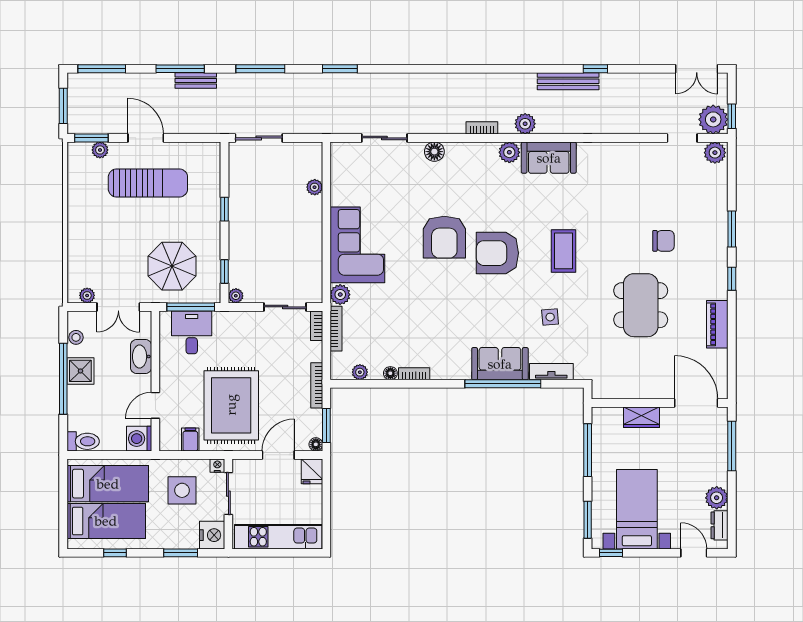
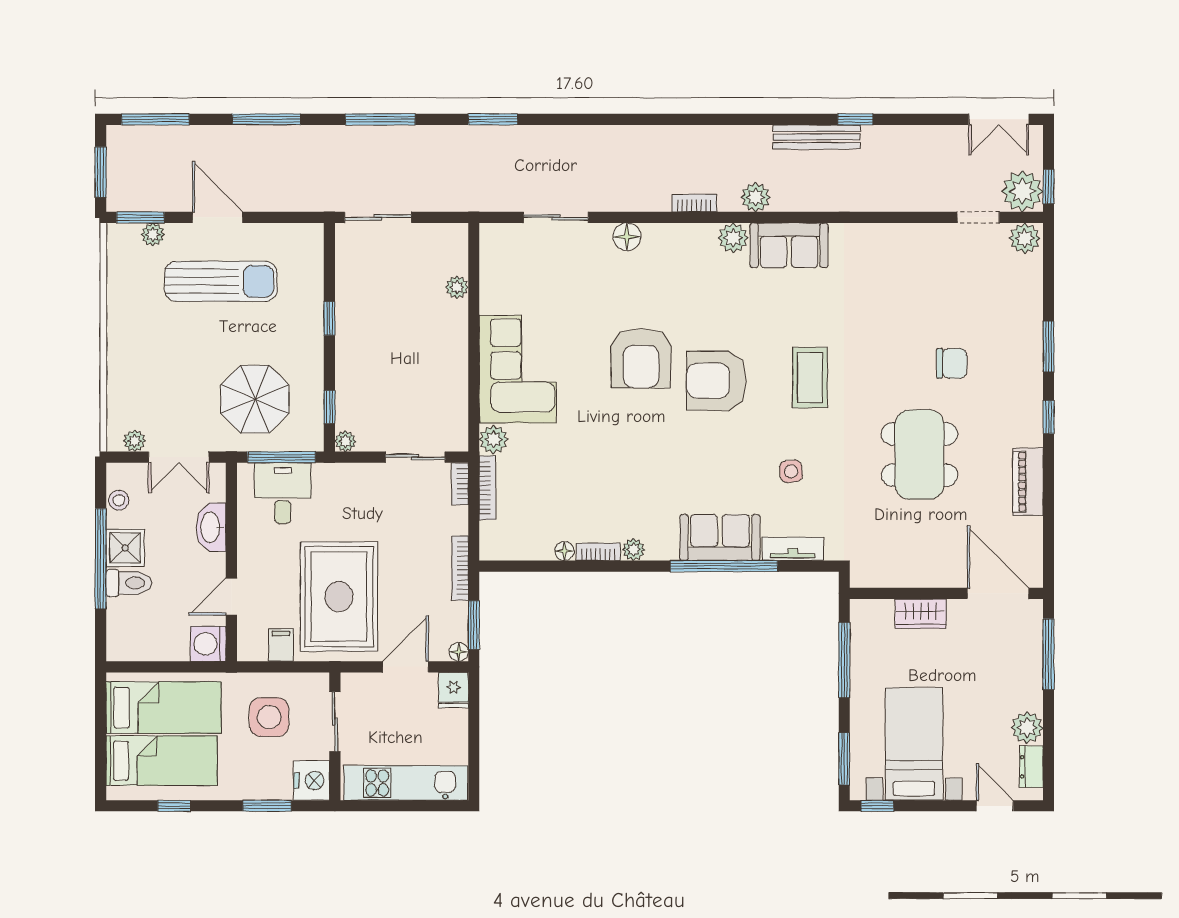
bench: (196, 80) -> (289, 136), removed
plant: (360, 372) -> (633, 550), moved
toilet: (83, 441) -> (129, 583), moved
nightstand: (217, 466) -> (319, 682), removed

